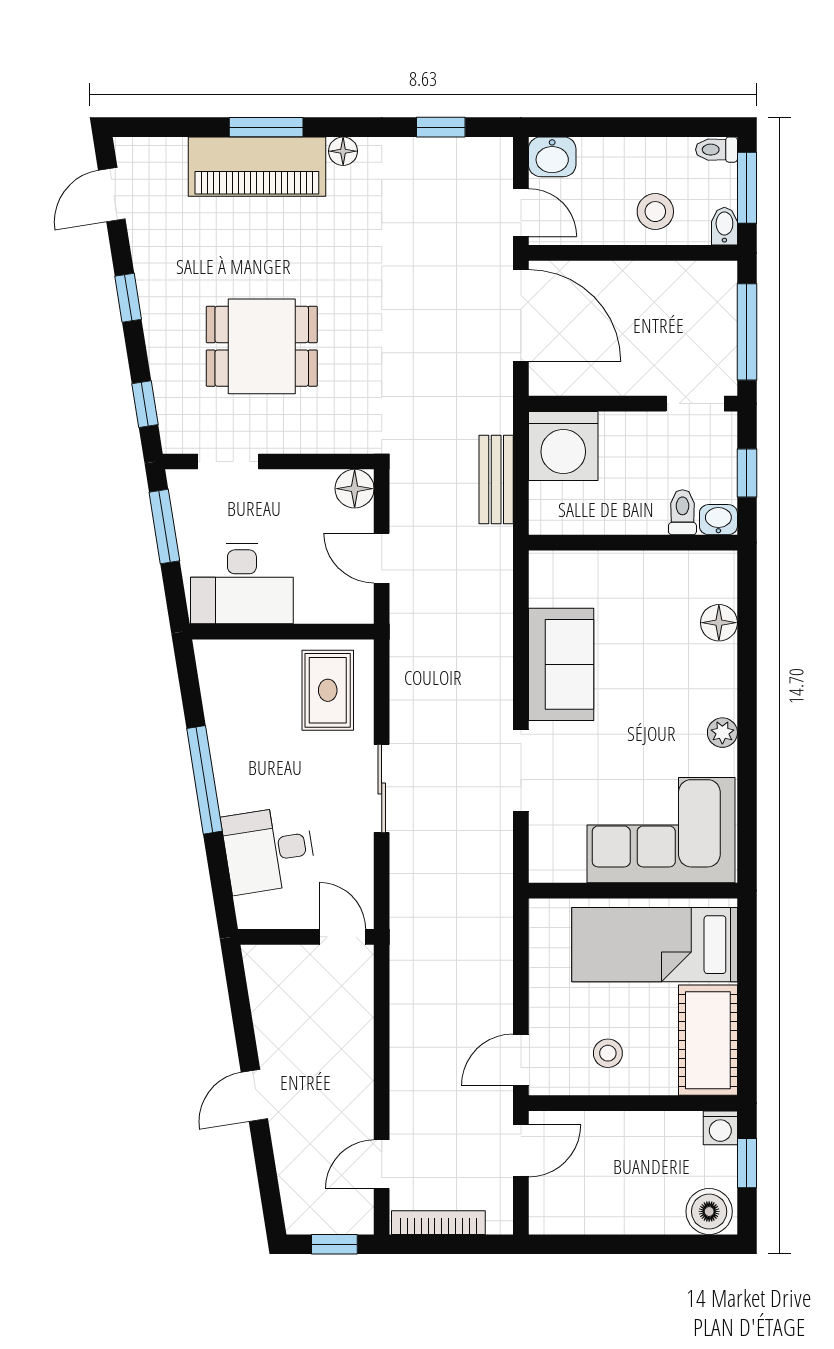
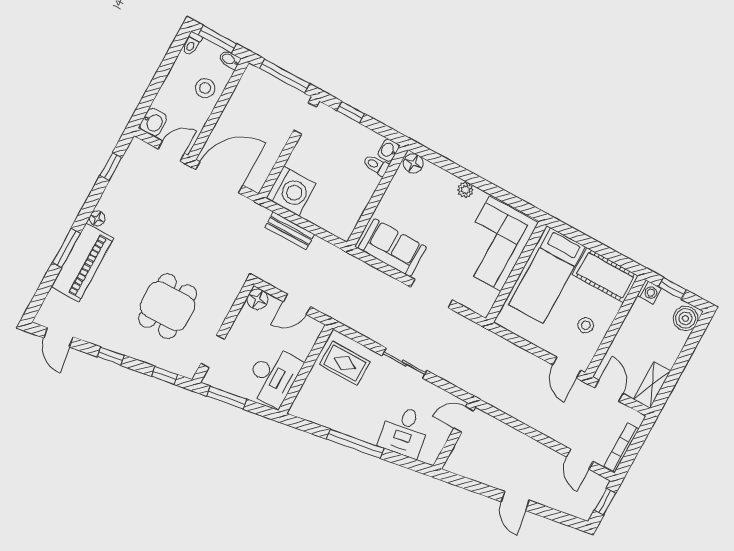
toilet: (682, 512) -> (376, 165), moved
washbasin: (718, 520) -> (388, 150), moved
wall: (633, 543) -> (377, 196), moved
shelving: (569, 1216) -> (652, 385), added

